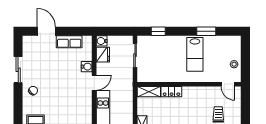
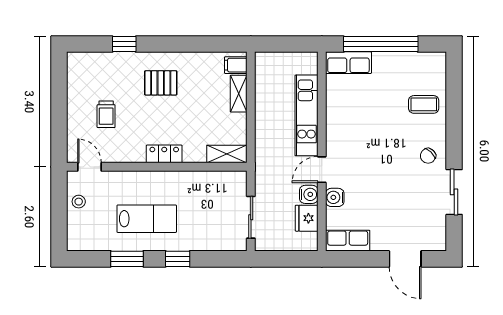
window: (158, 31) -> (178, 259), moved
water cooler: (102, 41) -> (309, 194), moved
row of seats: (69, 42) -> (348, 241), moved
lab bench: (195, 54) -> (147, 219), turned 90
locker: (171, 92) -> (164, 154), moved

